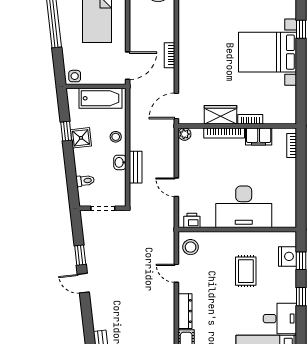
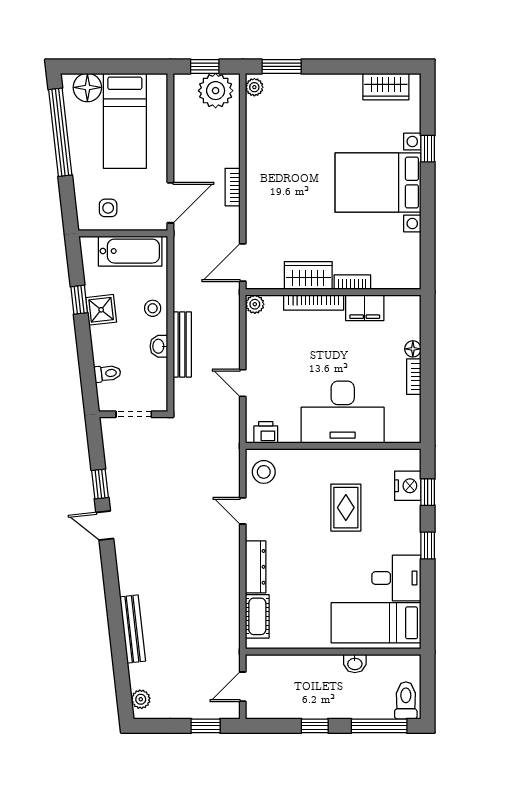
side table: (75, 76) -> (108, 208), moved
bookcase: (292, 145) -> (414, 377), moved
floor lamp: (291, 164) -> (413, 349), added
bench: (136, 167) -> (182, 345), width x1.36

